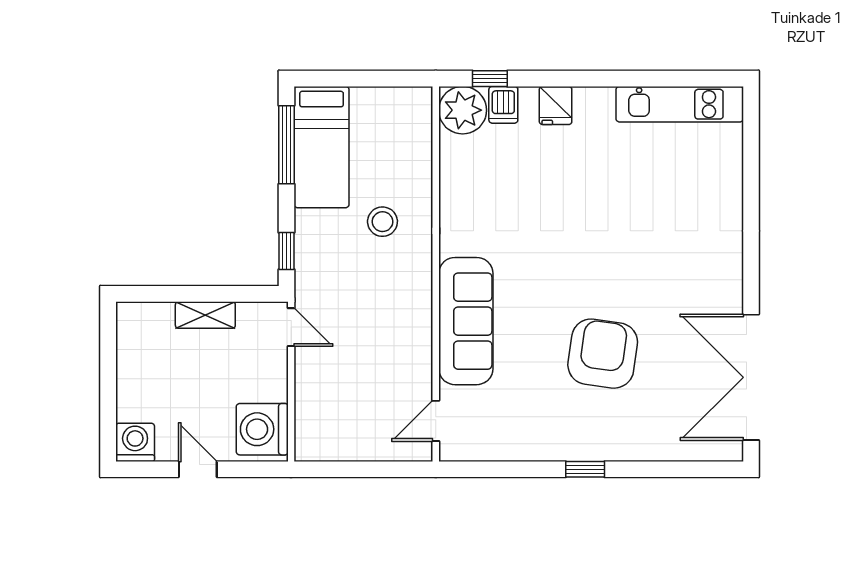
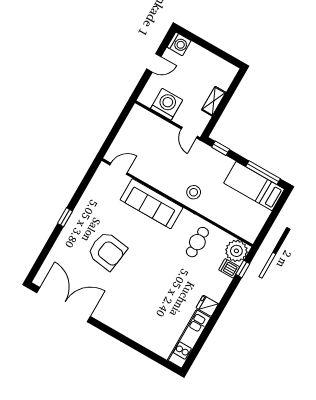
fridge: (556, 106) -> (207, 306), moved
cafe table: (488, 193) -> (197, 242), added
stool: (382, 222) -> (194, 192), moved
door: (291, 327) -> (189, 133), hinge flipped
door: (436, 421) -> (119, 169), hinge flipped
washing machine: (262, 429) -> (167, 104), moved

